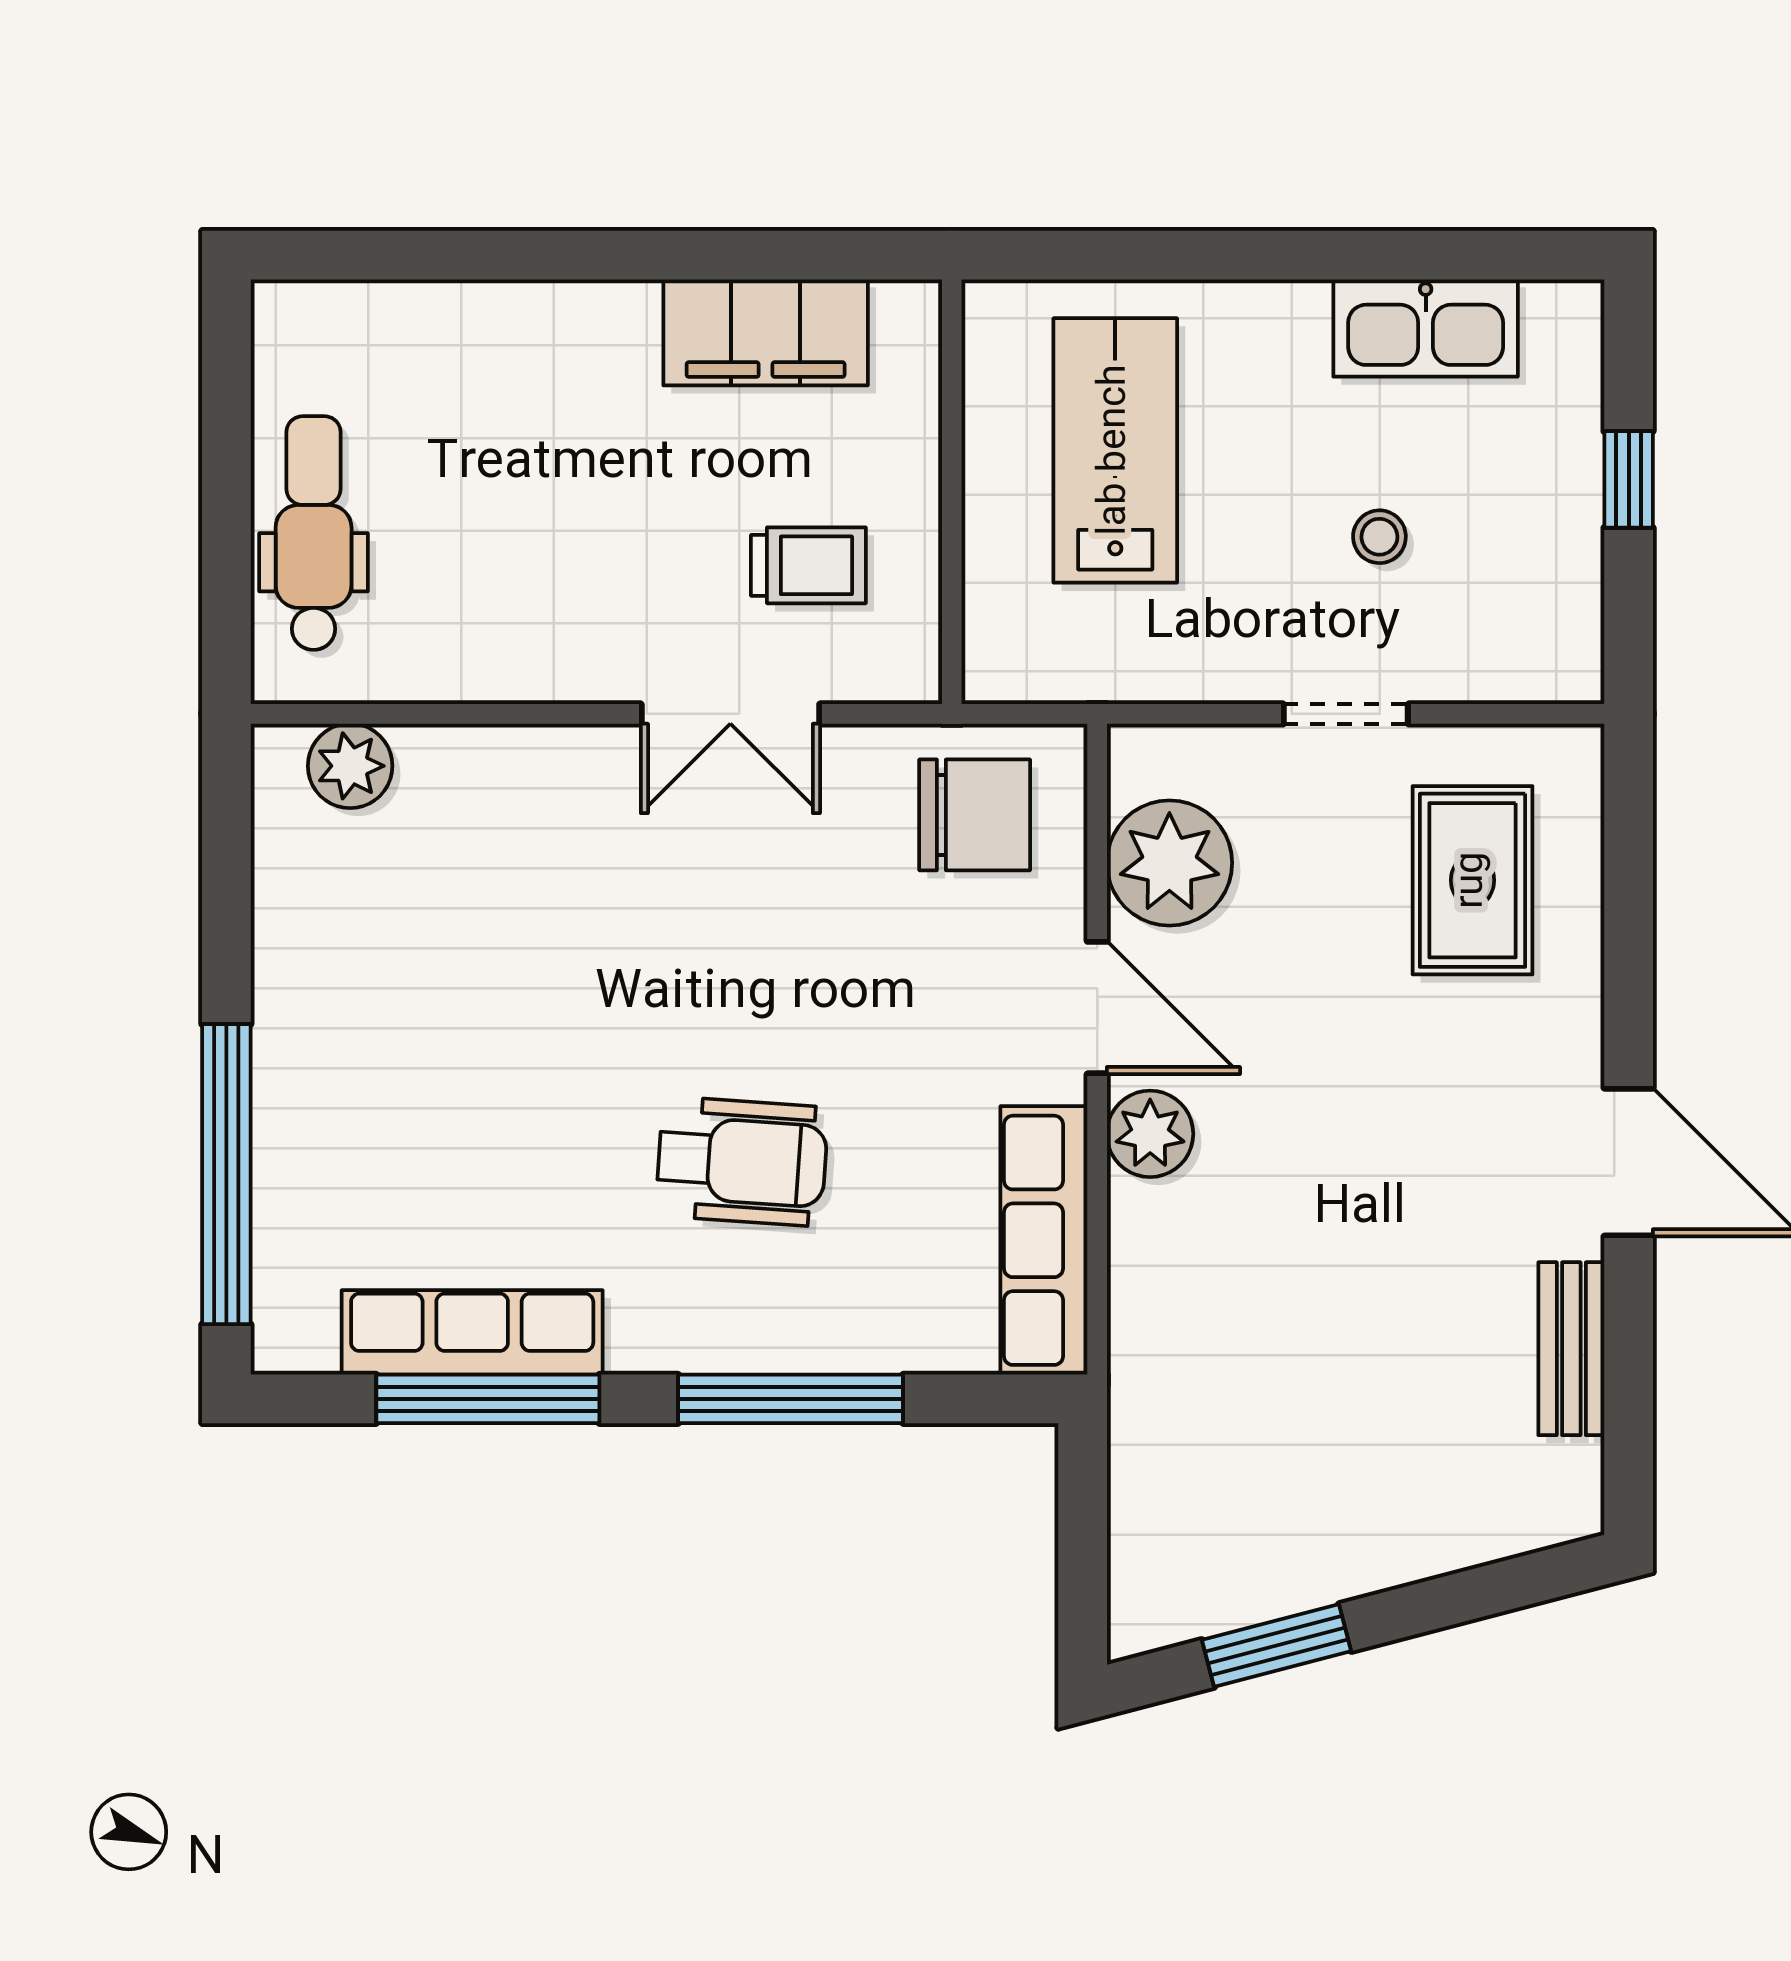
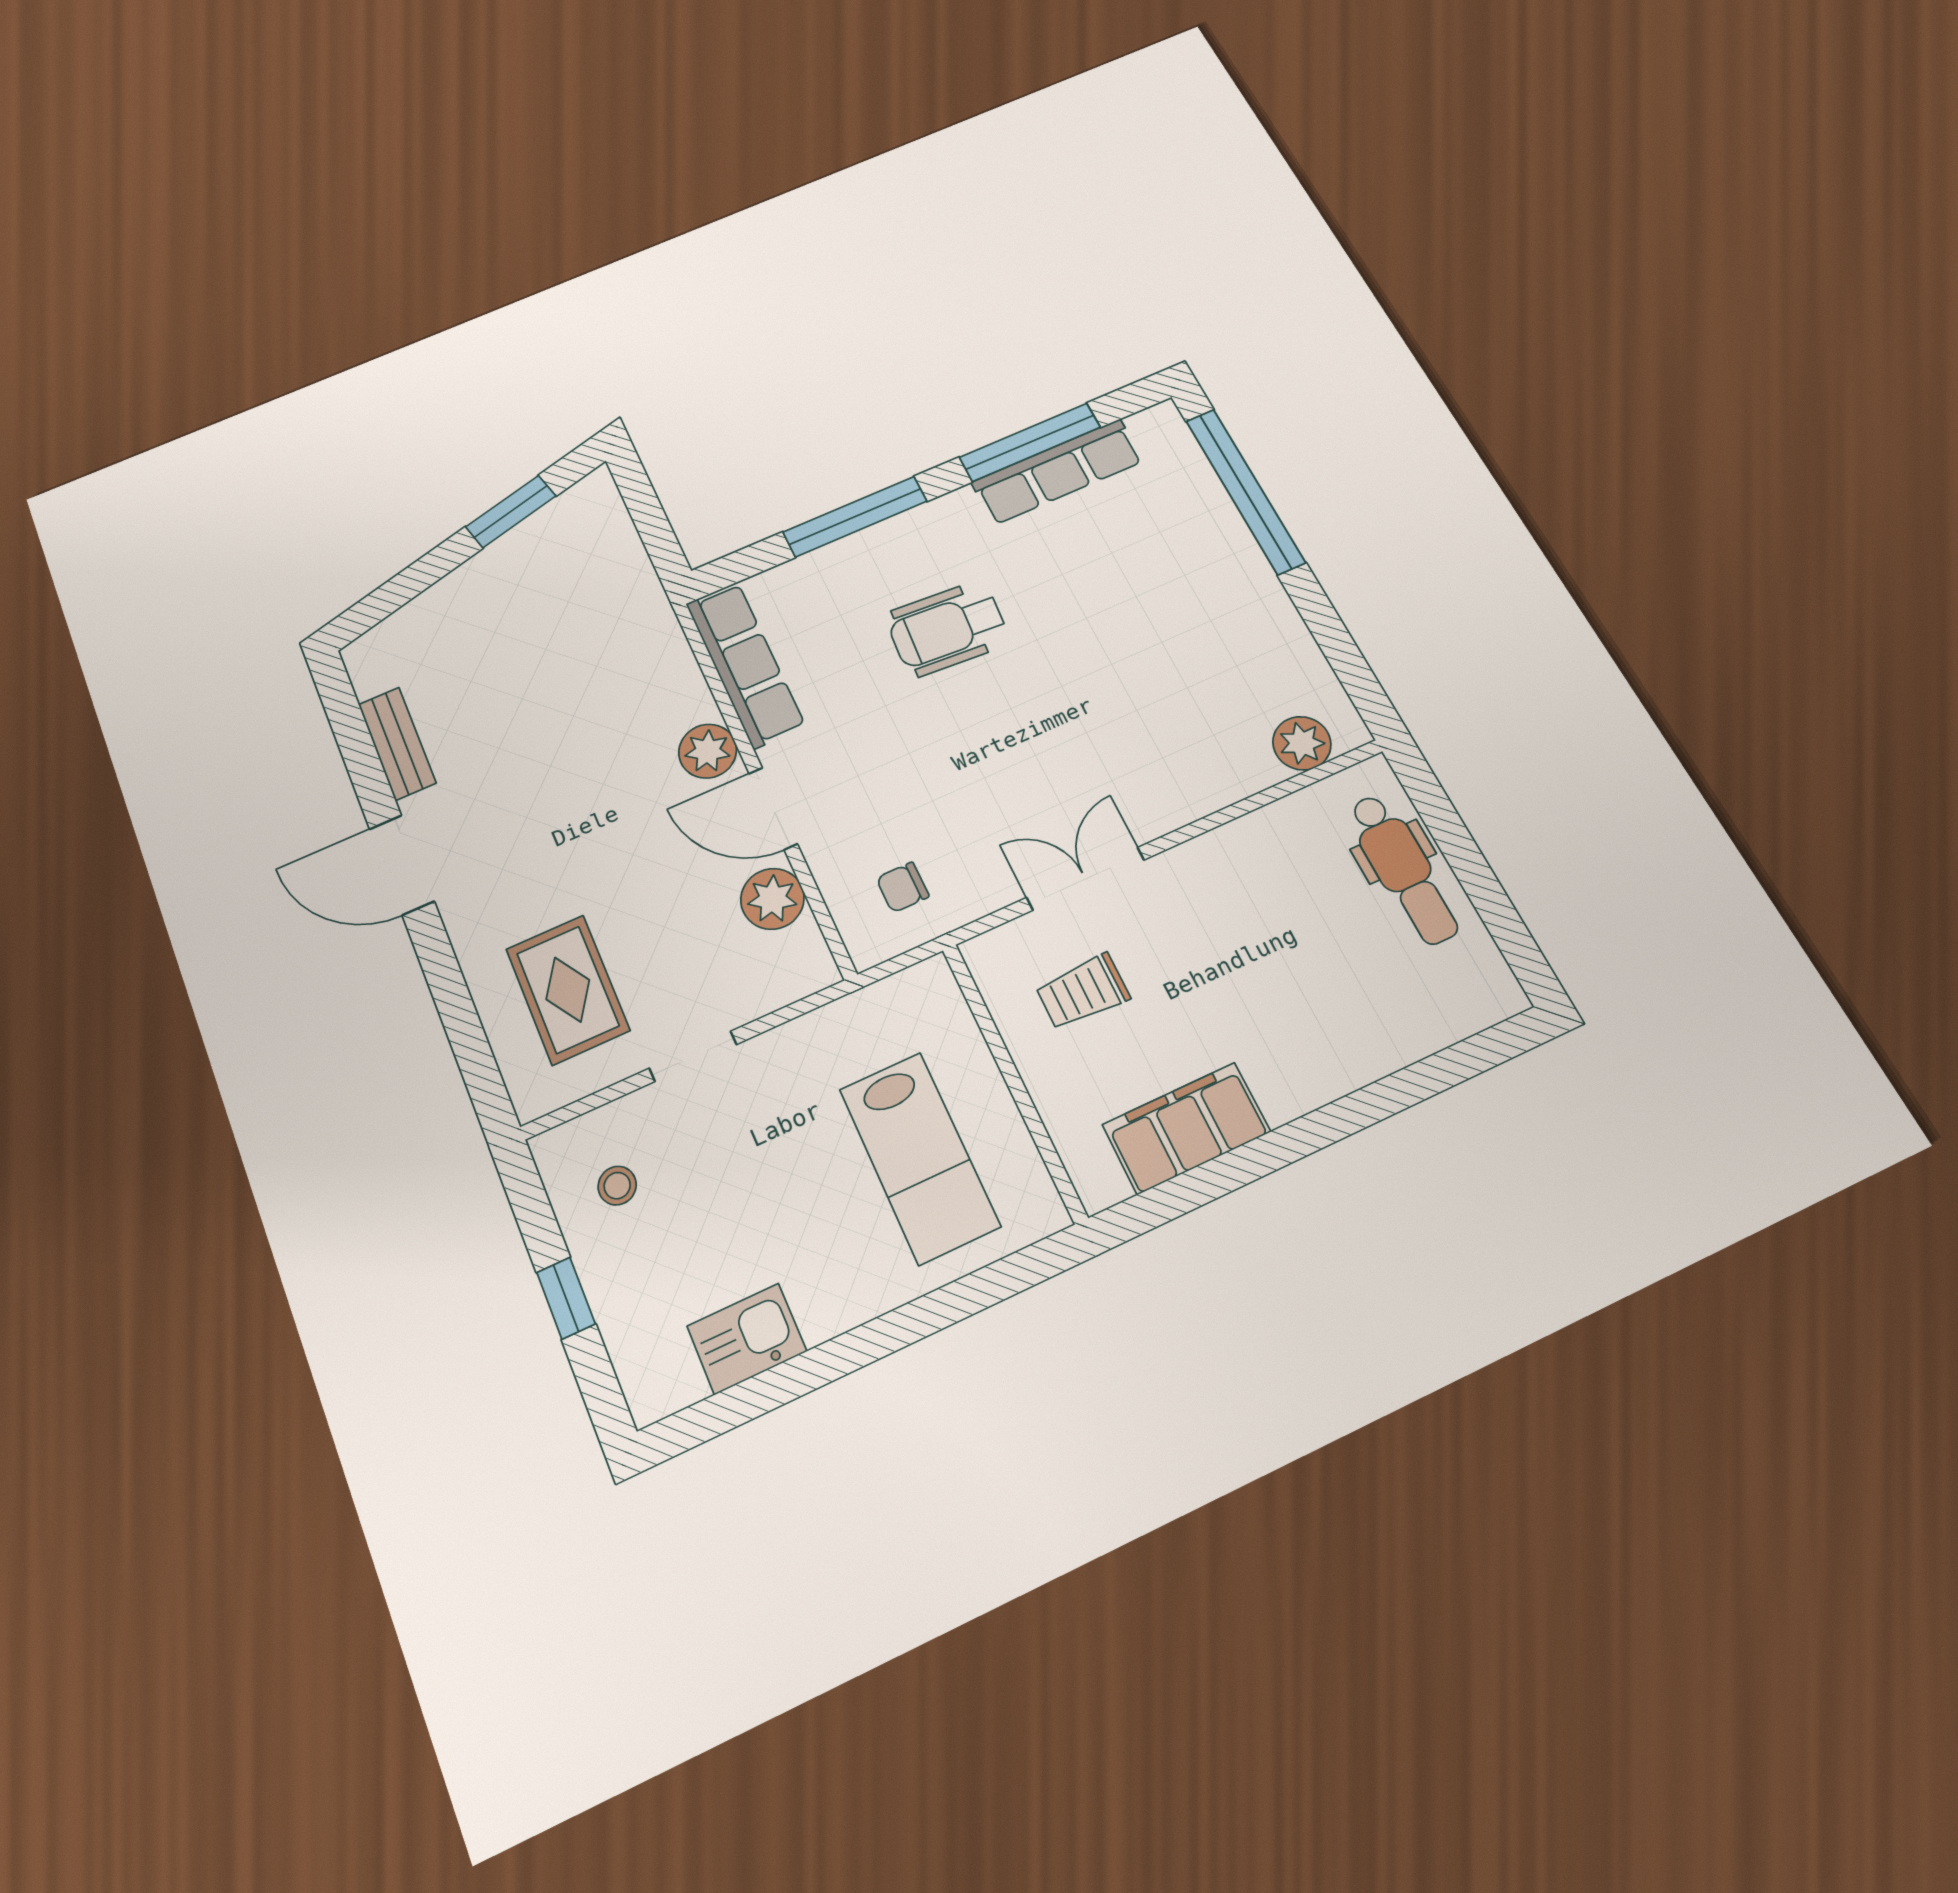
kitchen sink: (1426, 328) -> (747, 1339), width x0.73
stool: (1379, 537) -> (617, 1186), moved
chair: (975, 815) -> (903, 887), width x0.54, depth x0.54
plant: (1169, 863) -> (772, 899), width x0.73, depth x0.73

